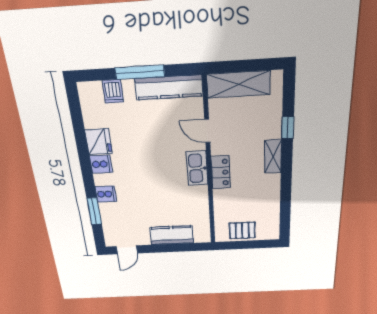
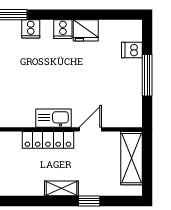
kitchen counter: (169, 87) -> (133, 99), removed
locker: (221, 172) -> (48, 140), width x1.53

